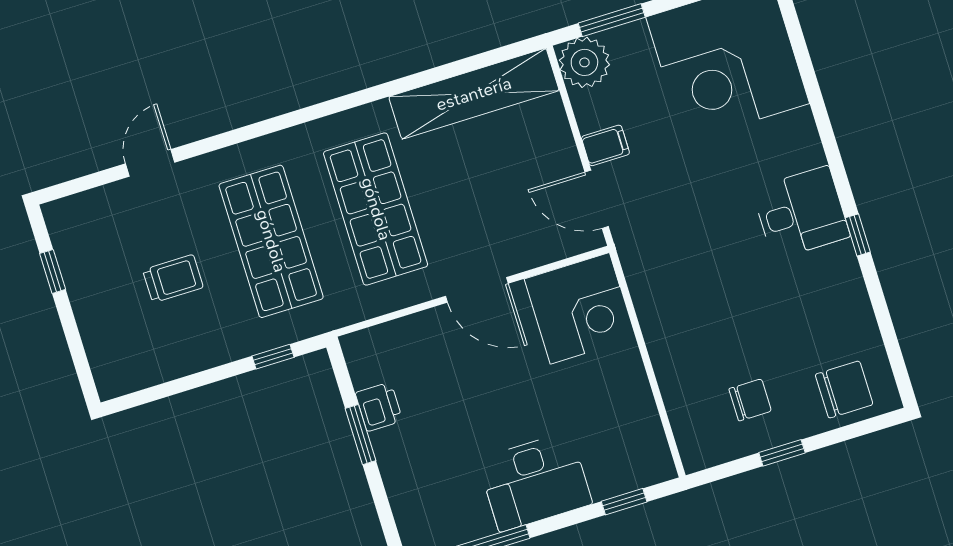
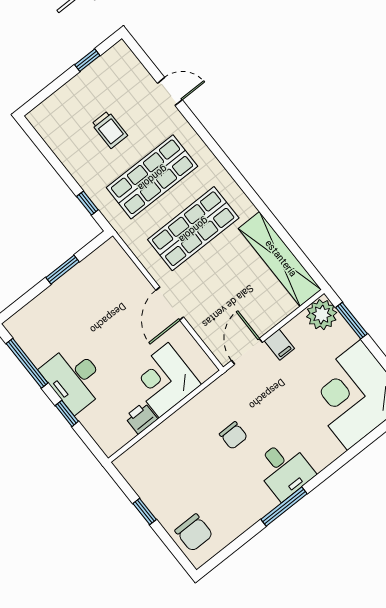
window: (858, 235) -> (284, 507), width x2.17
corner desk: (580, 308) -> (164, 380), moved, turned 90
chair: (750, 400) -> (233, 435), moved
printer: (379, 407) -> (141, 418), moved, turned 180
window: (624, 502) -> (67, 413), moved

